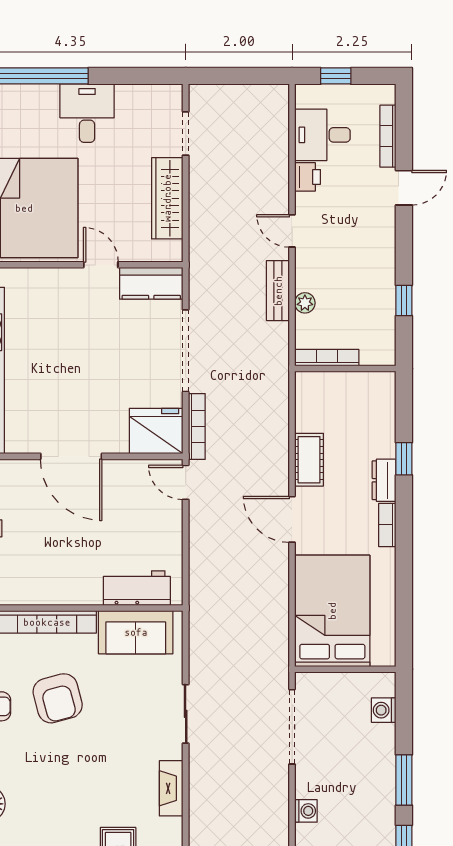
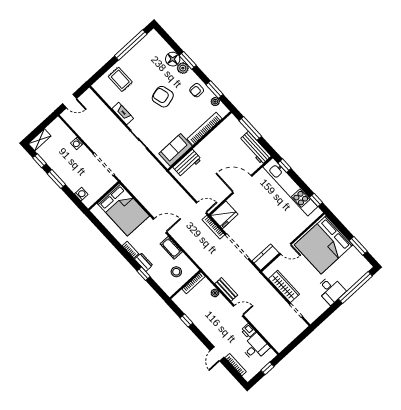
stool: (340, 407) -> (176, 272), added
armchair: (58, 698) -> (163, 97), moved

